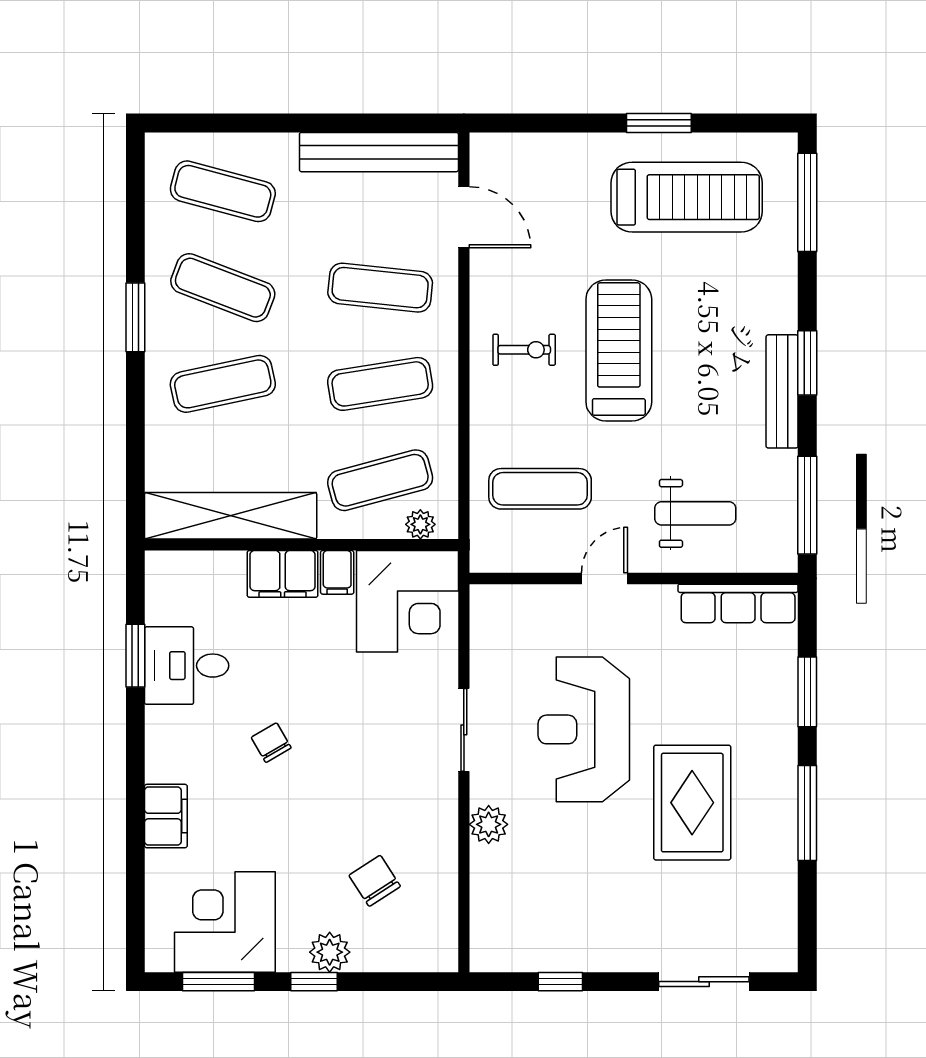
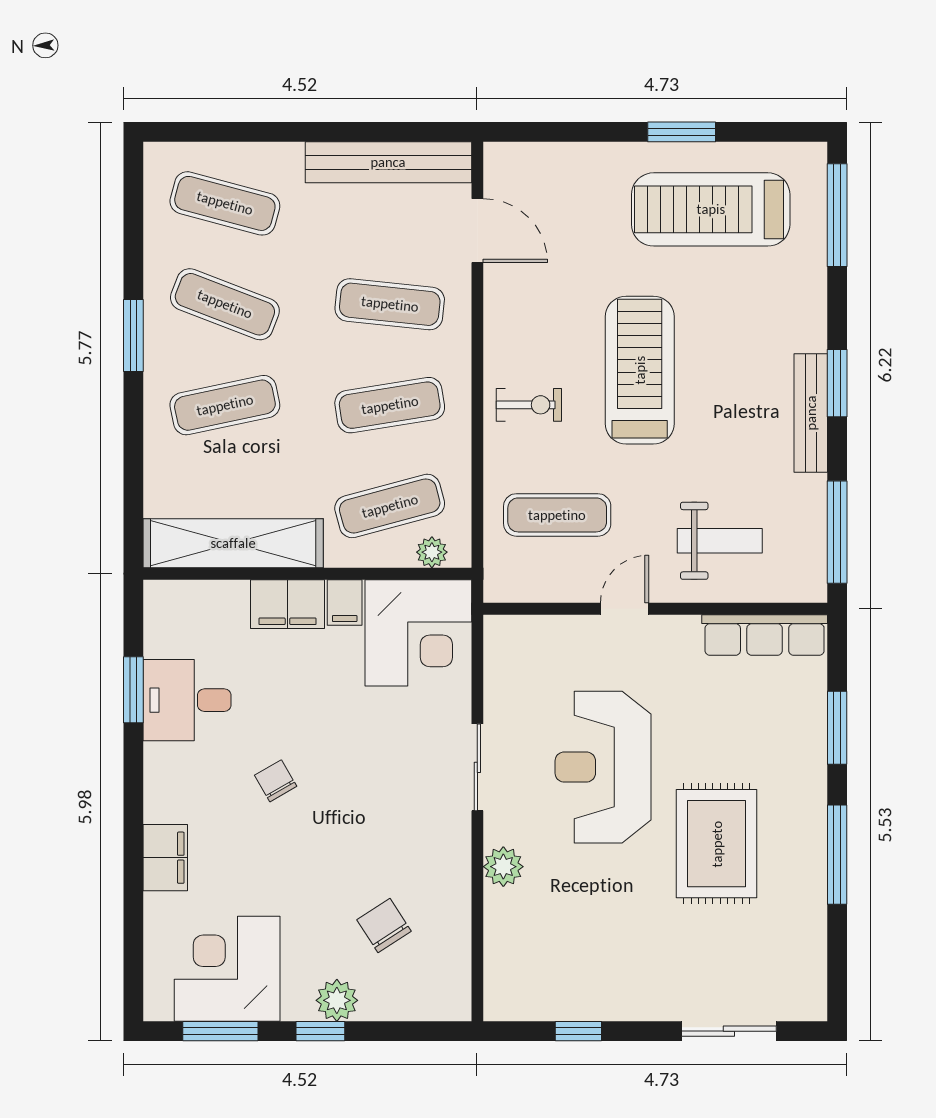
treadmill: (687, 197) -> (711, 209), turned 180
exercise bike: (524, 350) -> (529, 405), moved

